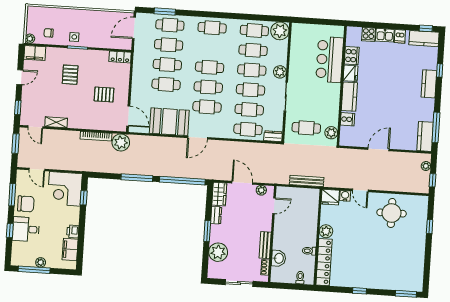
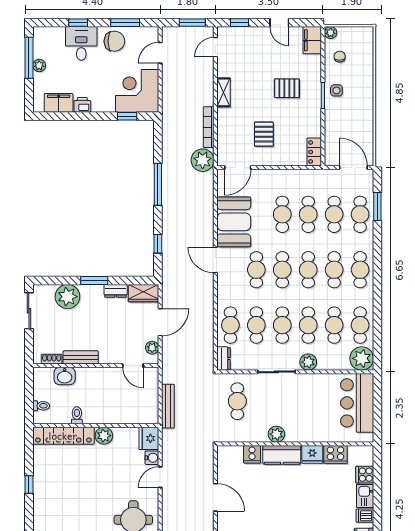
cafe table: (211, 48) -> (334, 270), added
bar counter: (330, 60) -> (357, 403), moved, turned -90
shelving: (56, 122) -> (224, 92), moved
plant: (331, 133) -> (276, 434), moved
window: (182, 181) -> (158, 244), width x0.32
chair: (26, 204) -> (114, 41), turned -90
sliding door: (239, 283) -> (29, 311), moved

